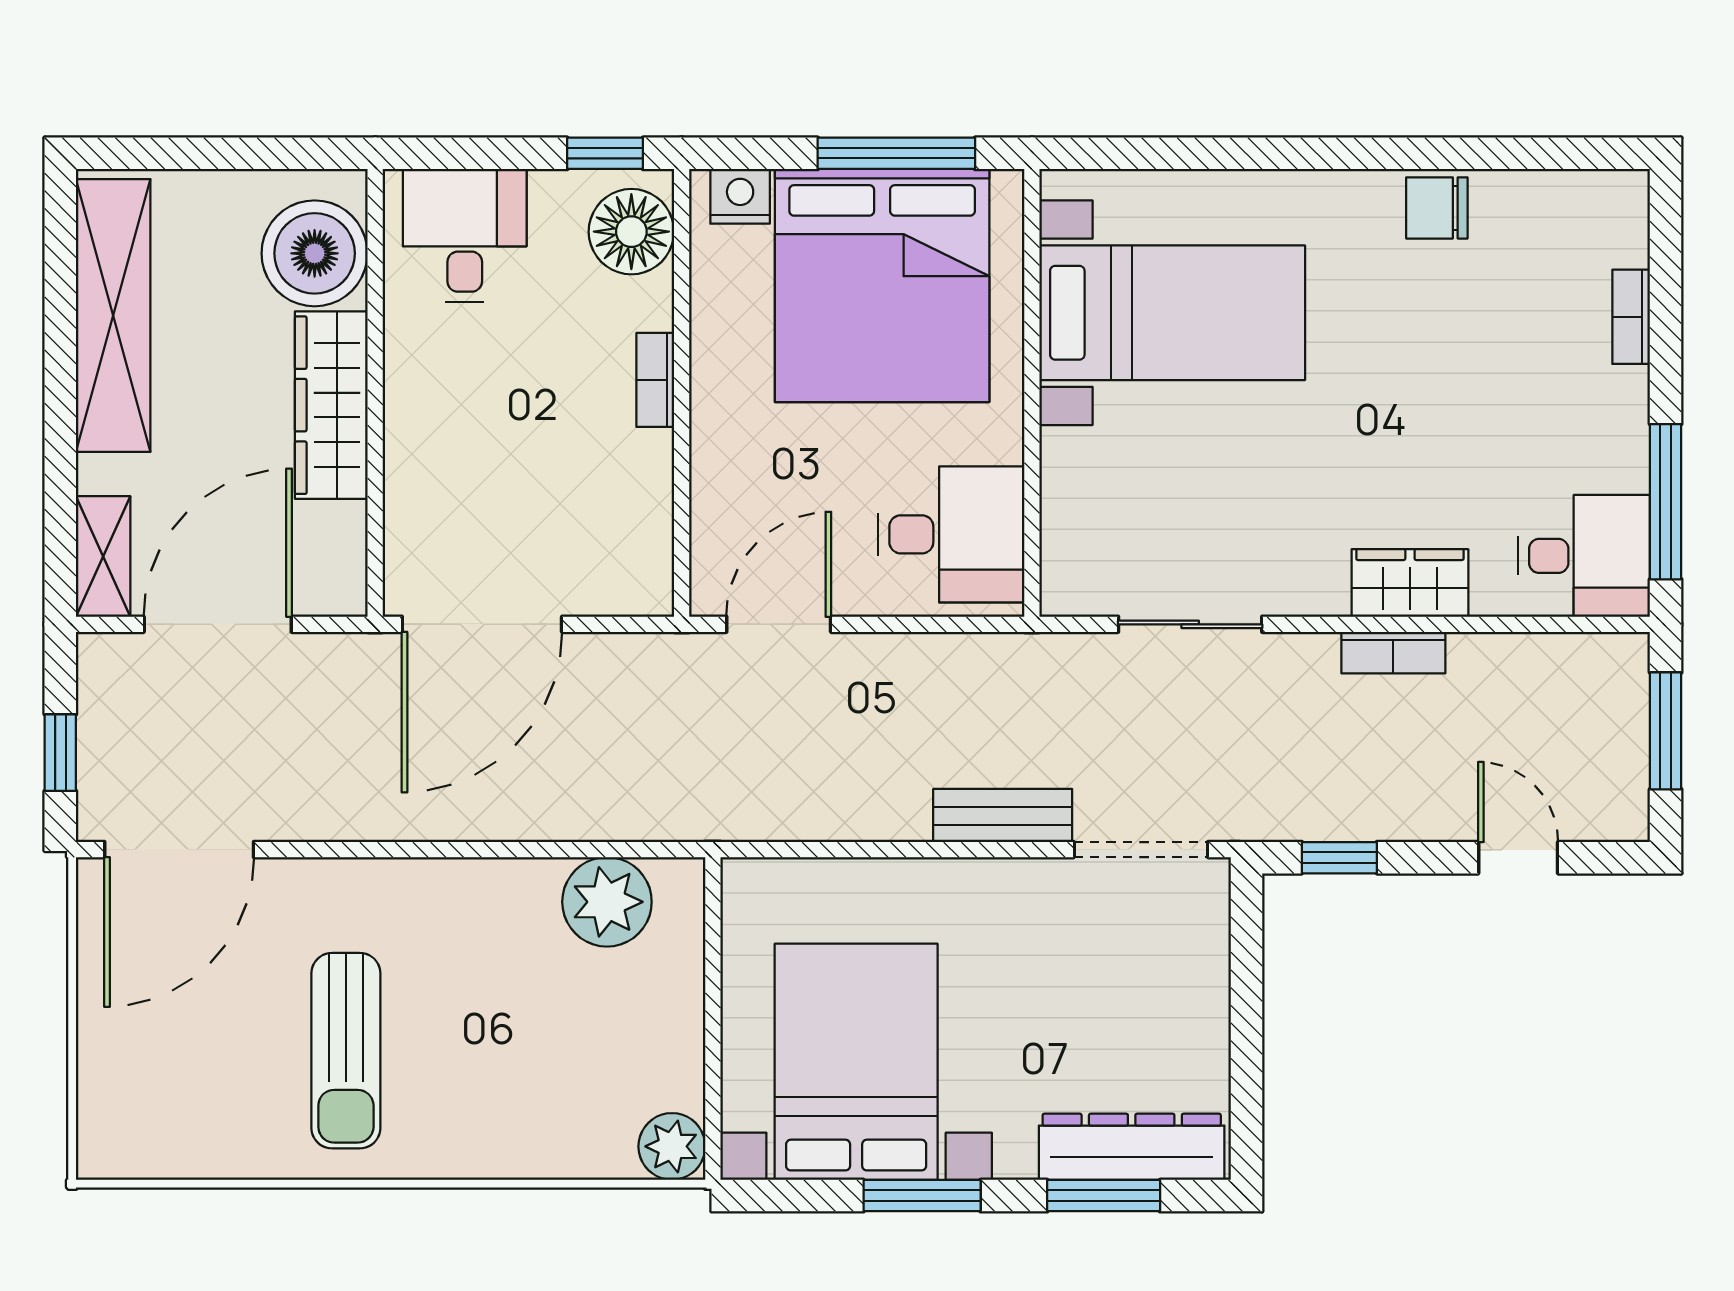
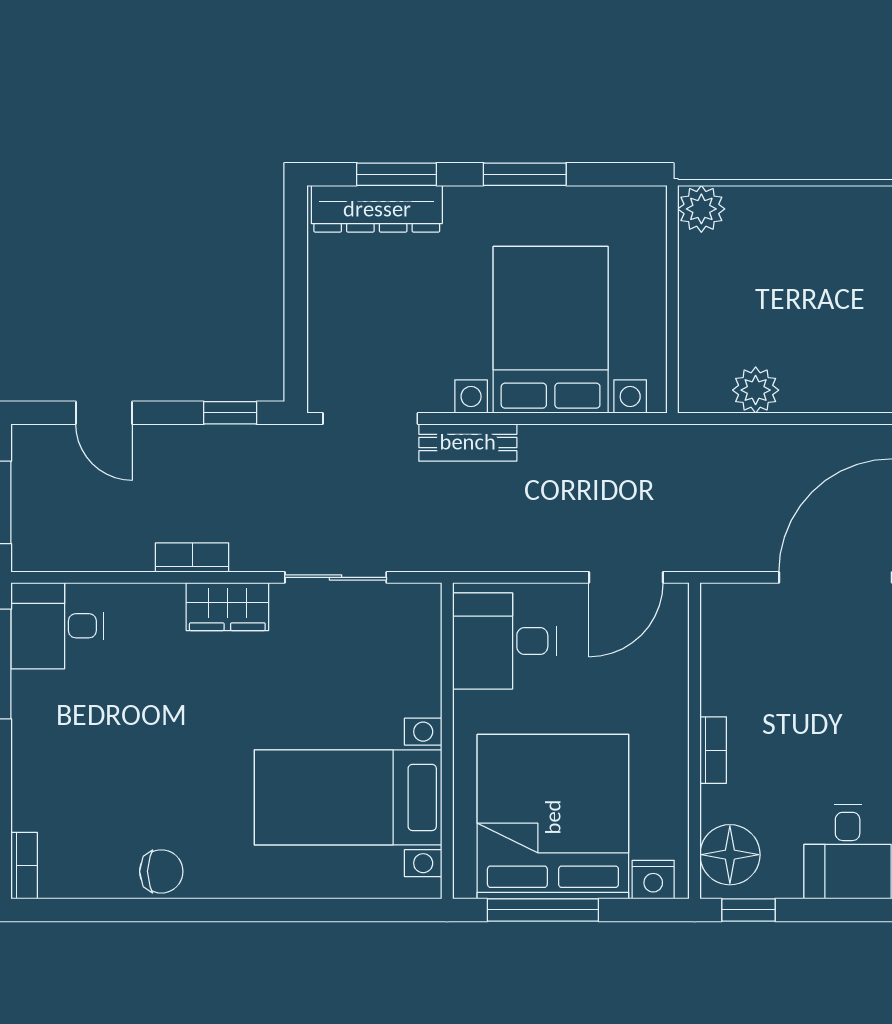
bookcase: (1631, 317) -> (24, 866), moved
wardrobe: (1410, 583) -> (227, 607), moved
plant: (607, 902) -> (756, 390), width x0.73, depth x0.73
bed with nightstands: (856, 1062) -> (551, 330), moved, turned 180

